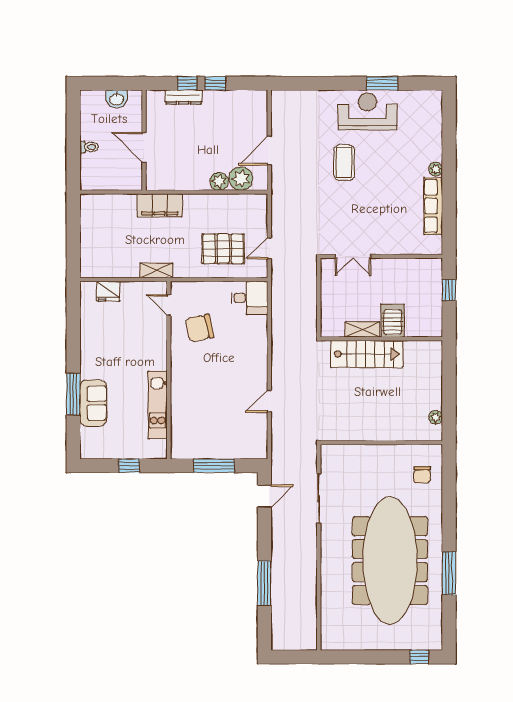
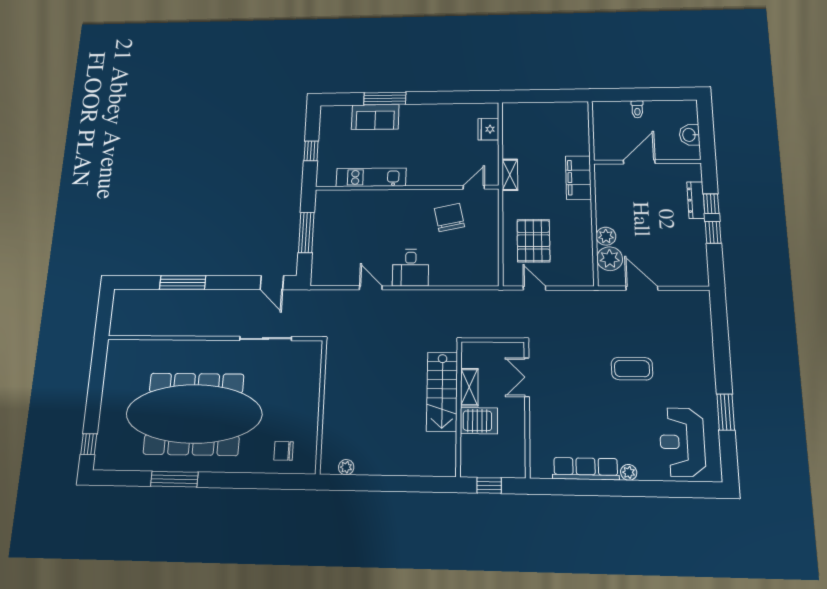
reception desk: (368, 112) -> (682, 442), moved, turned 180
desk: (250, 298) -> (411, 268), moved
server rack: (393, 321) -> (479, 421), moved
shelving: (362, 329) -> (469, 387), moved
wall: (381, 339) -> (459, 408), moved
stairs: (367, 354) -> (442, 392), moved

